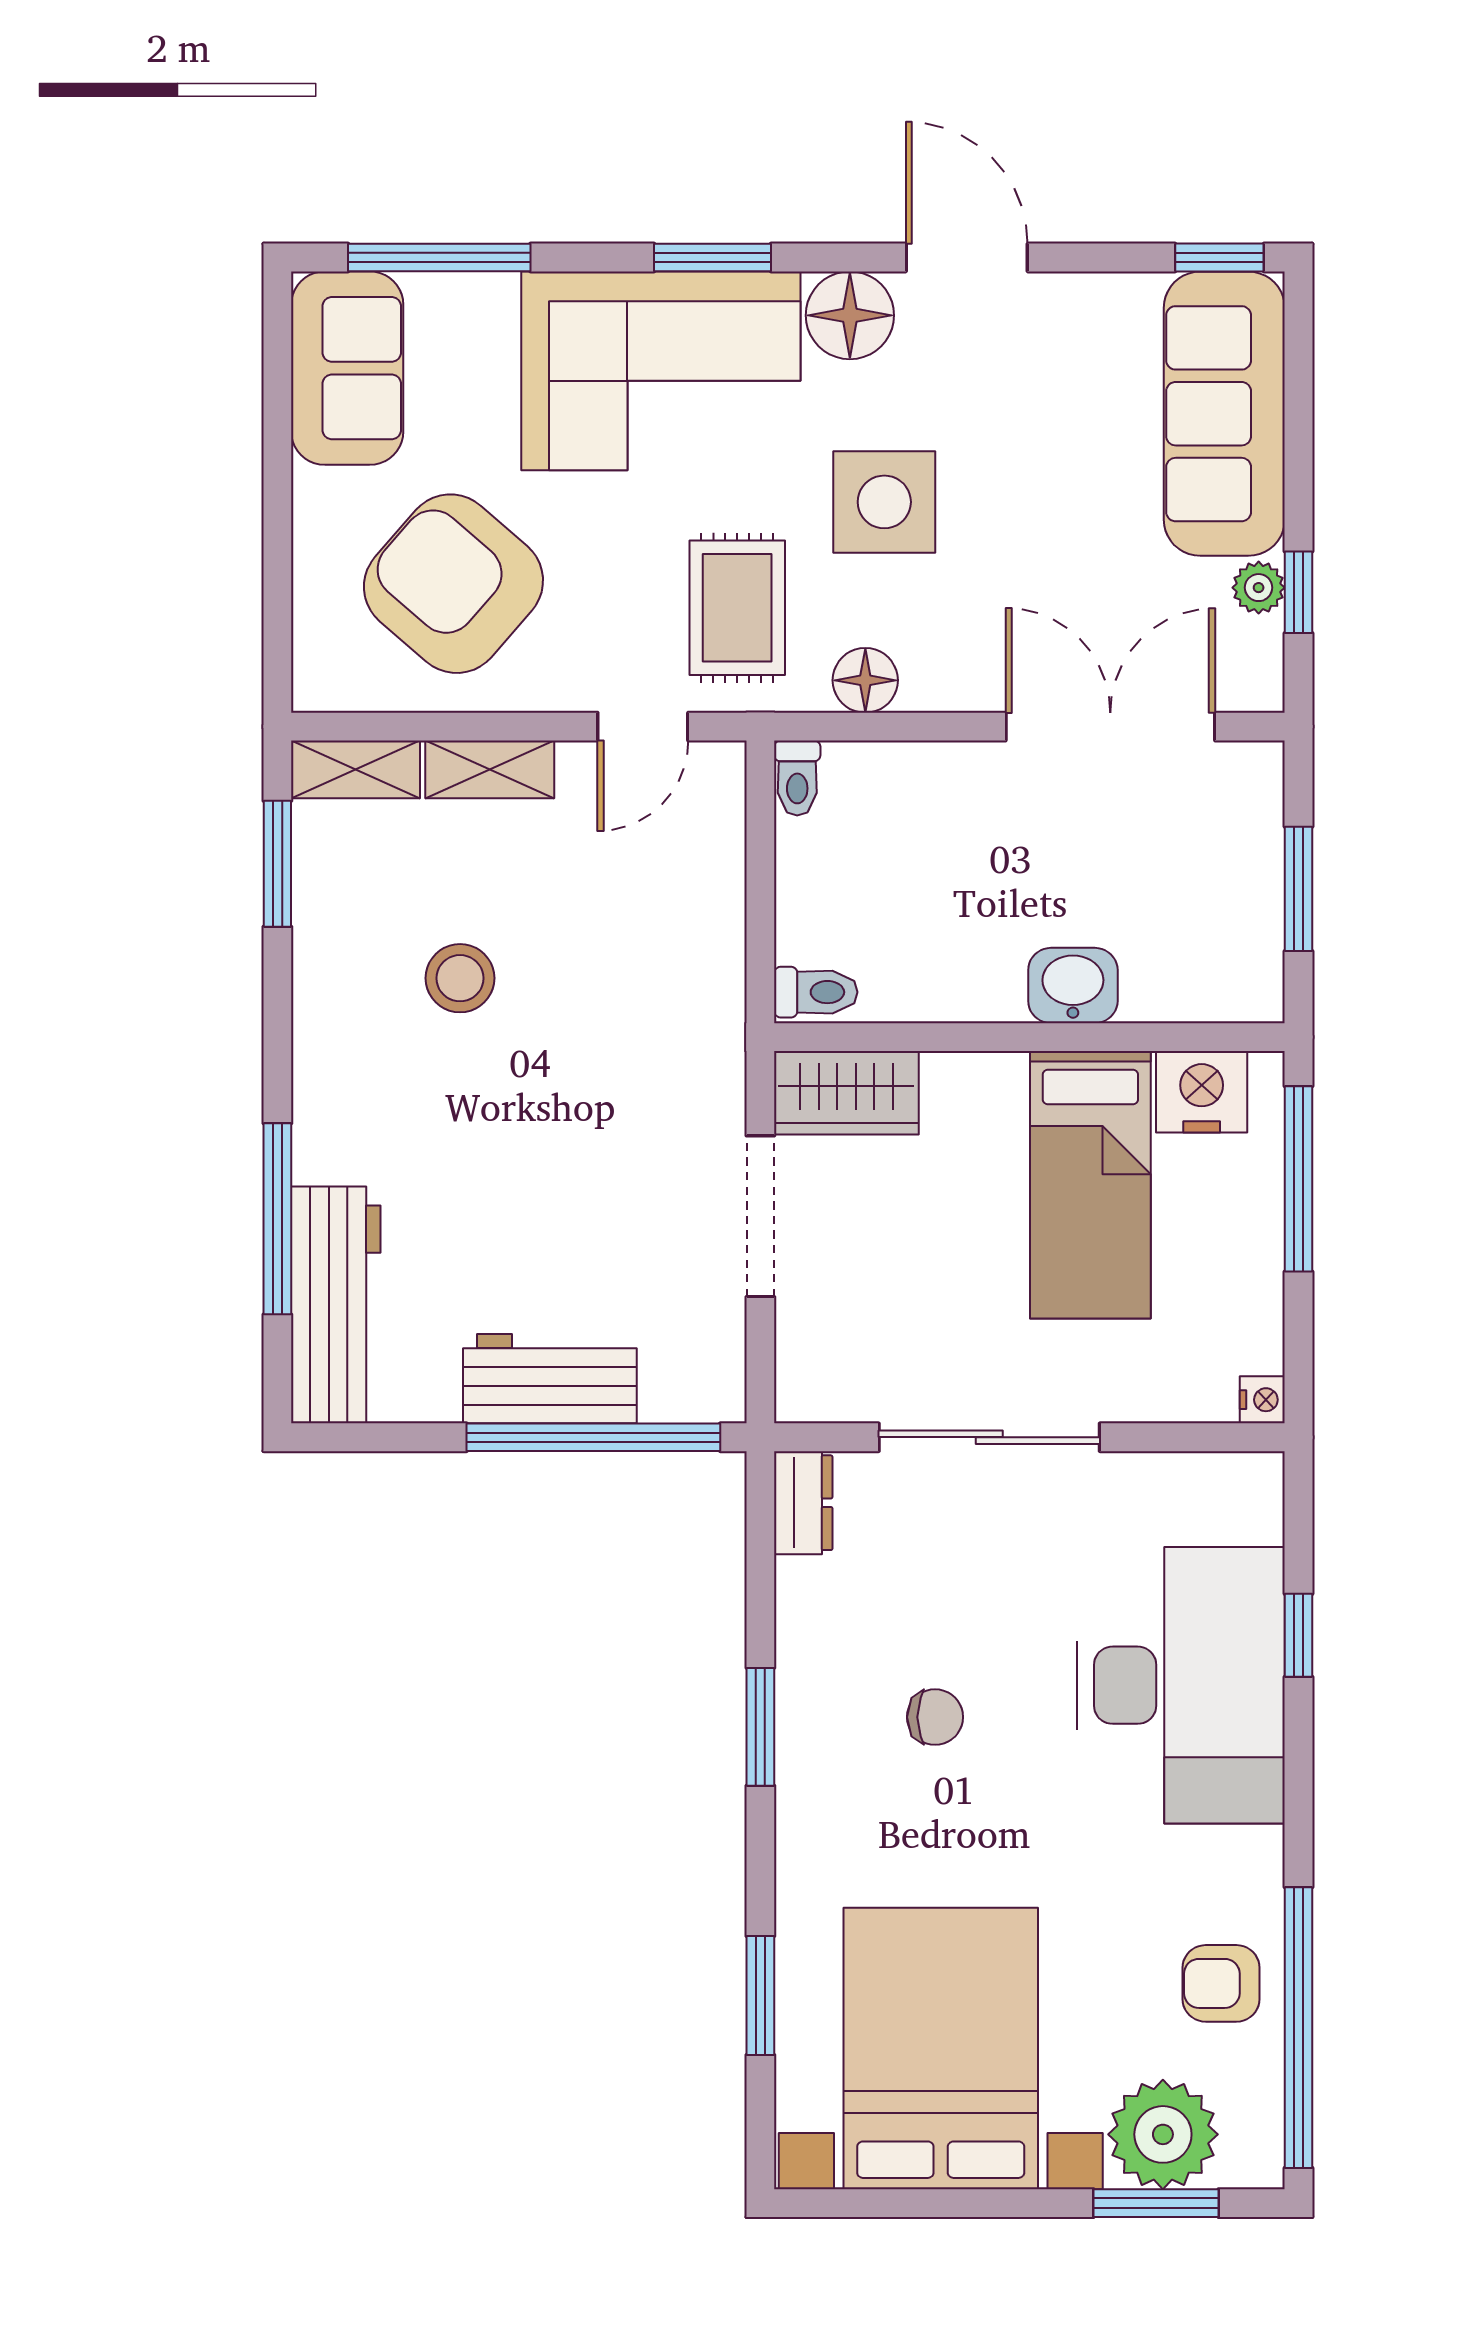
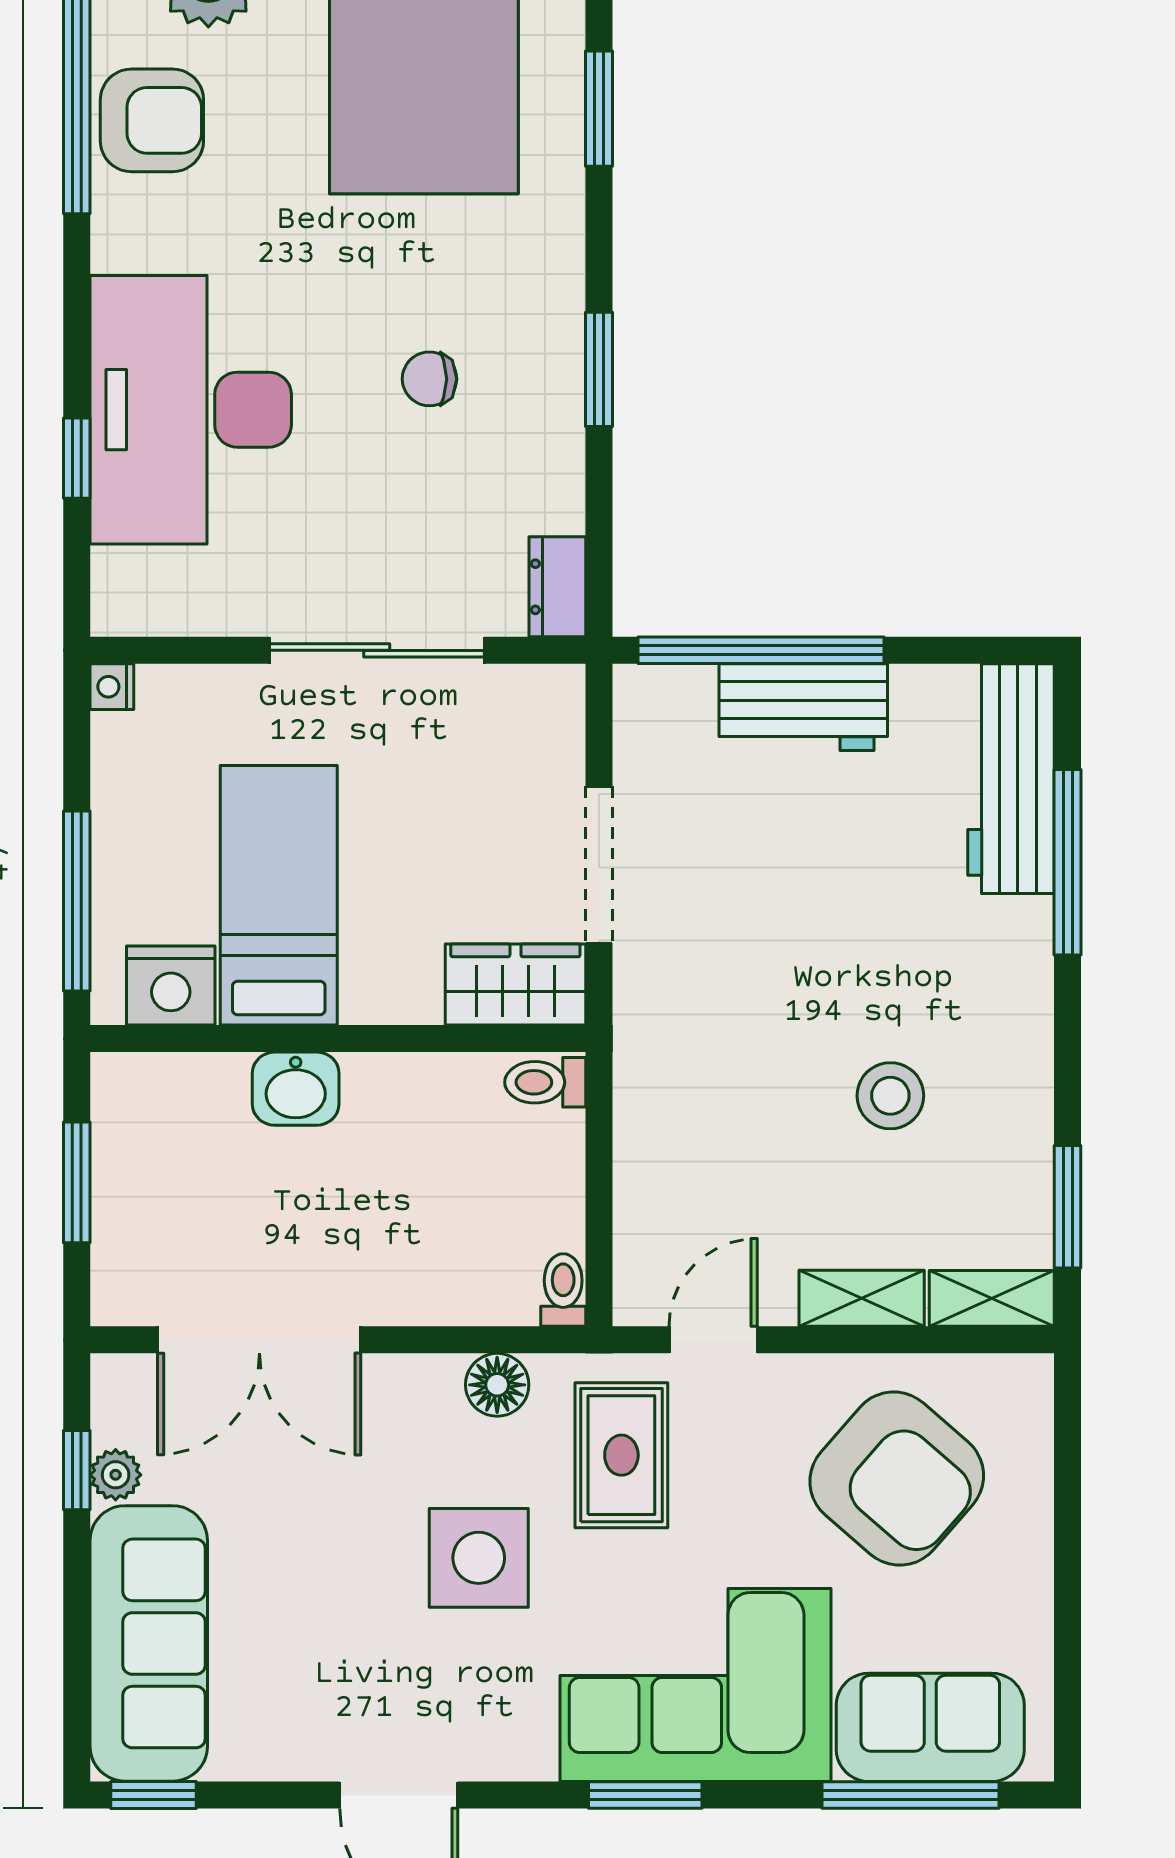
floor lamp: (850, 315) -> (512, 1739), removed
sofa: (347, 368) -> (930, 1727), moved, turned 90
armchair: (1221, 1983) -> (152, 120), width x1.38, depth x1.38

